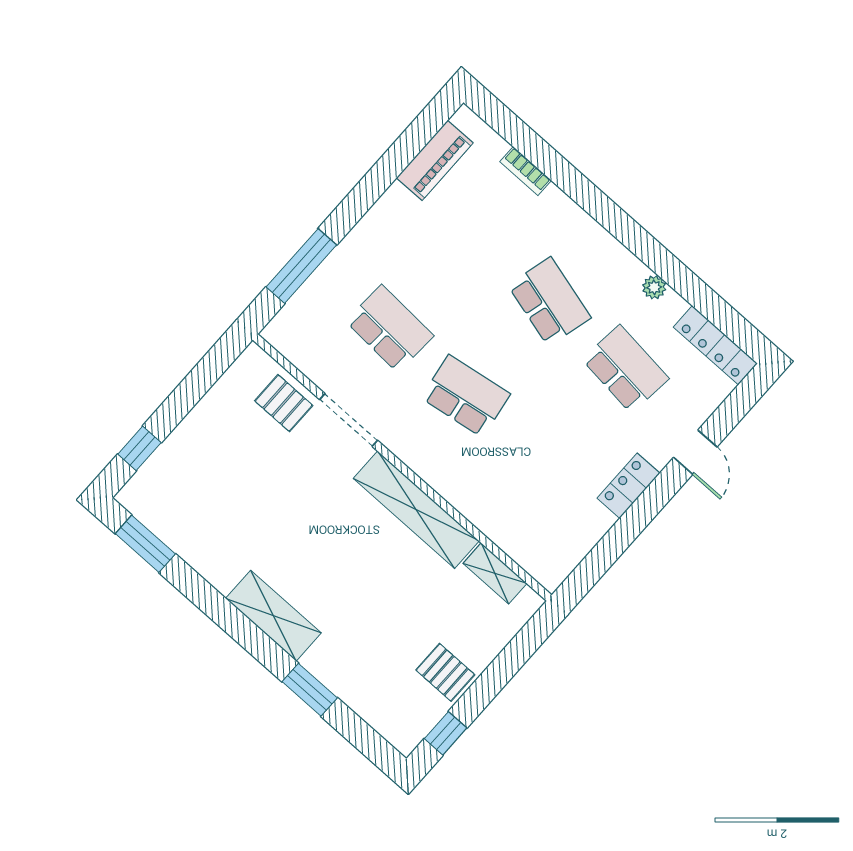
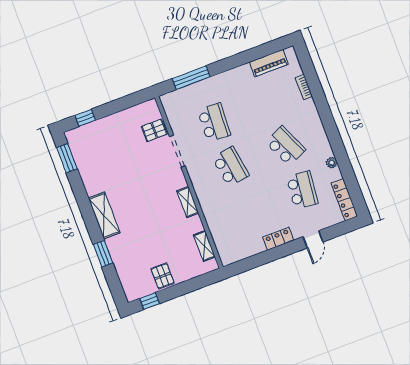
school desk: (549, 301) -> (285, 146), turned -39
pallet: (284, 403) -> (154, 130), turned 90
shelving: (416, 510) -> (188, 202), width x0.45, depth x0.75

